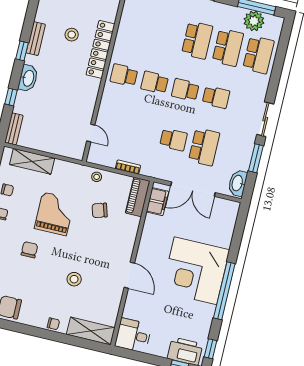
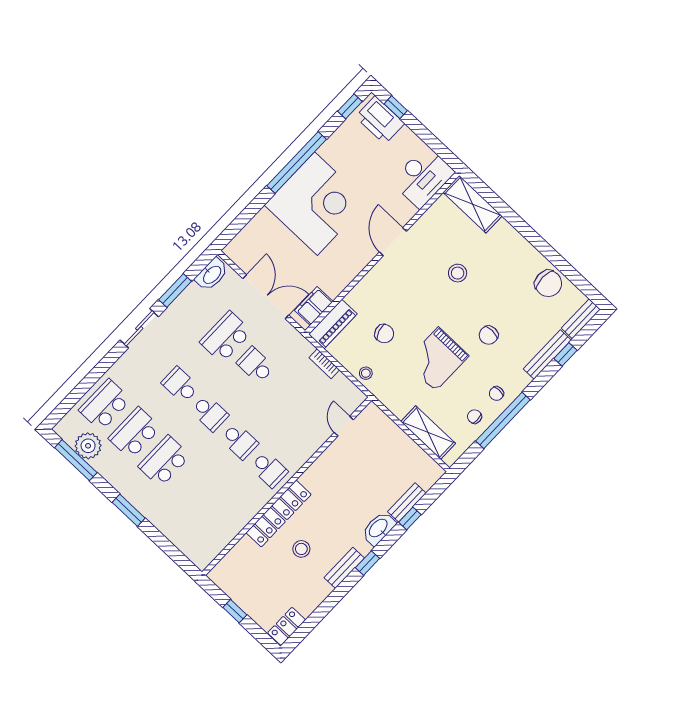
bench: (14, 129) -> (407, 502), moved
chair: (53, 324) -> (510, 236), removed
desk: (133, 335) -> (423, 177), width x1.37

